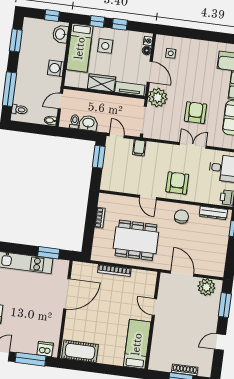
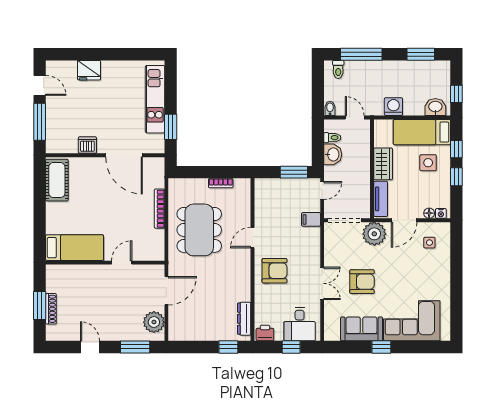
chair: (181, 217) -> (235, 281), removed
dishwasher: (45, 349) -> (87, 145), moved, turned -90

